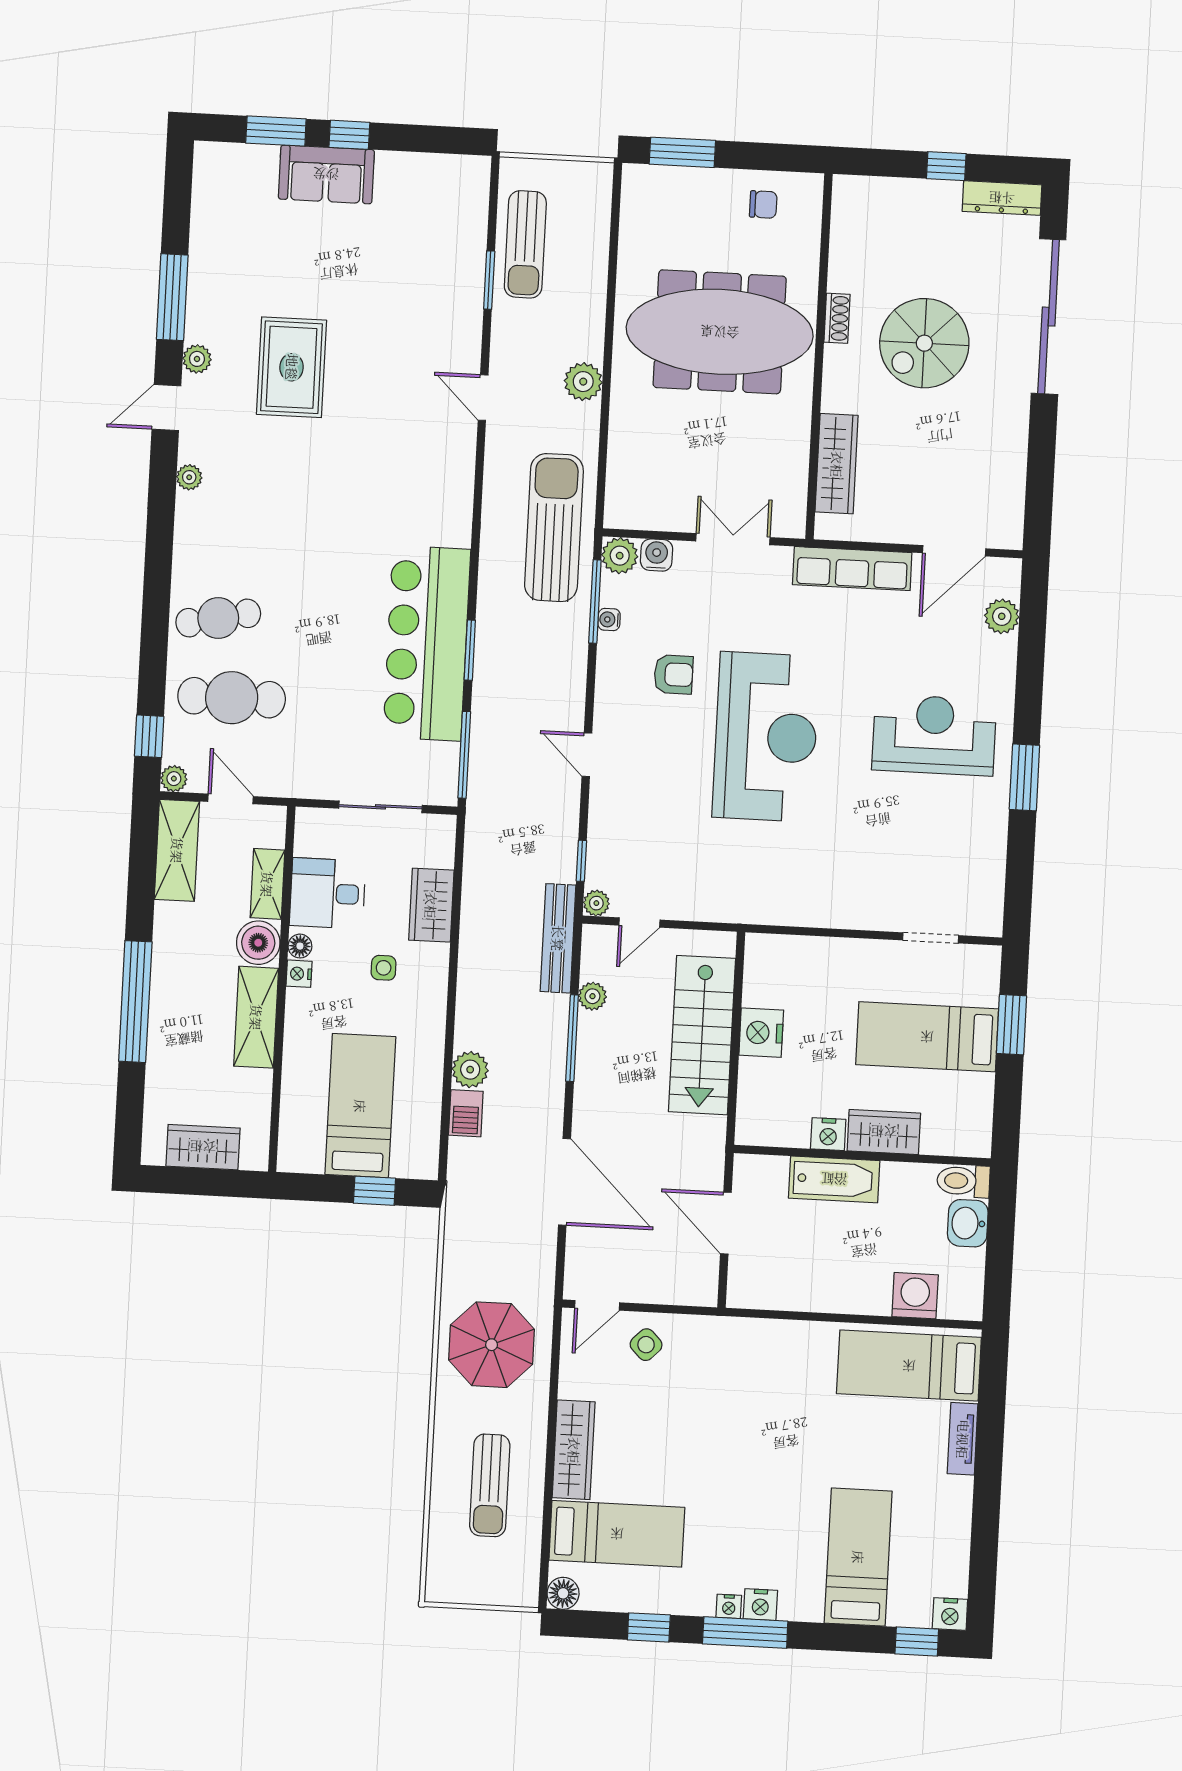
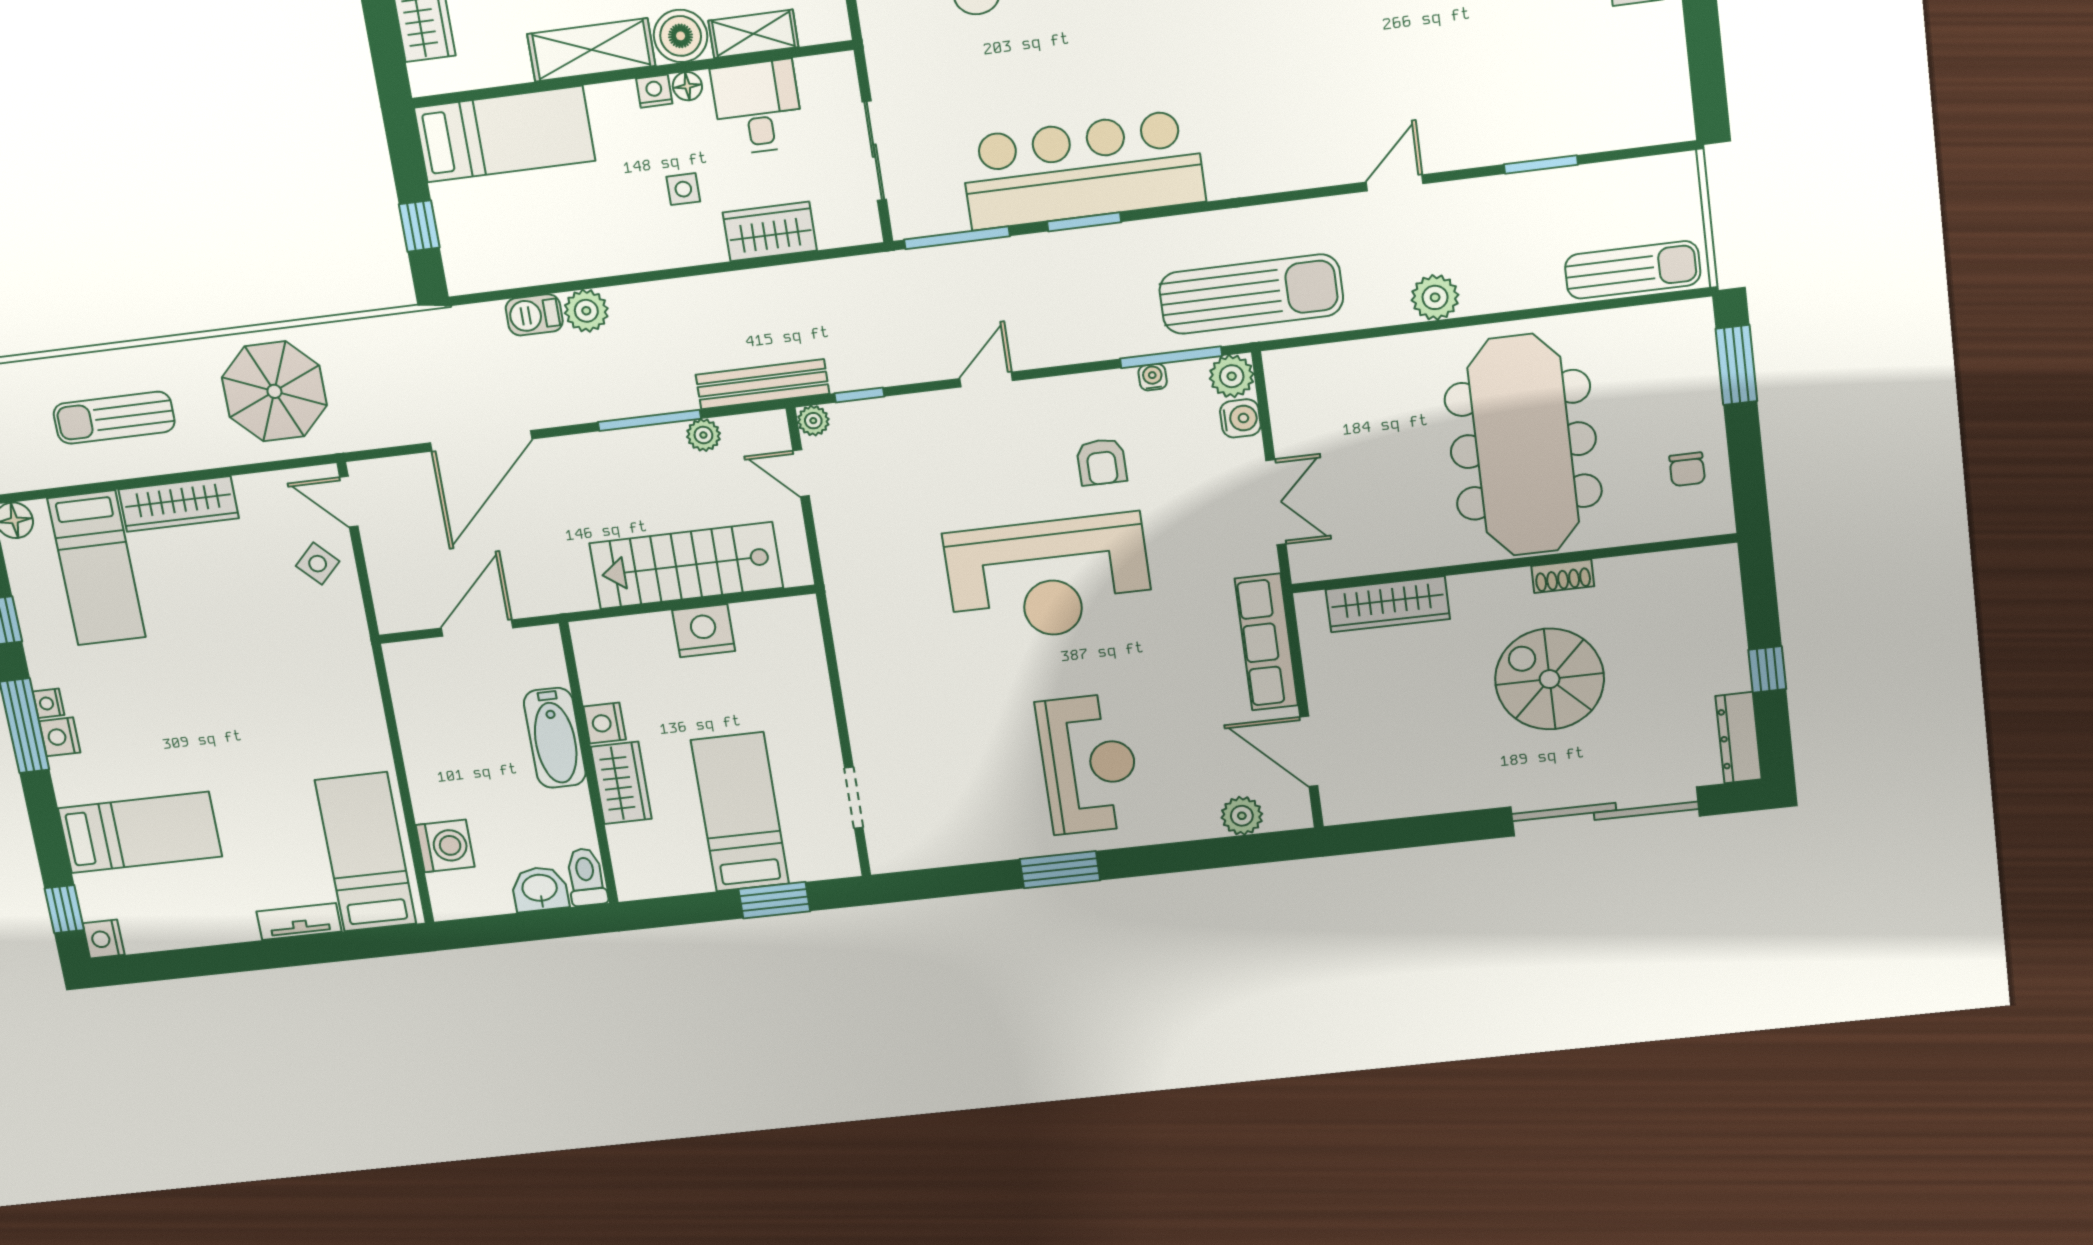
sun lounger: (525, 244) -> (1633, 270), moved, turned 180
bed: (360, 1106) -> (505, 134), moved

